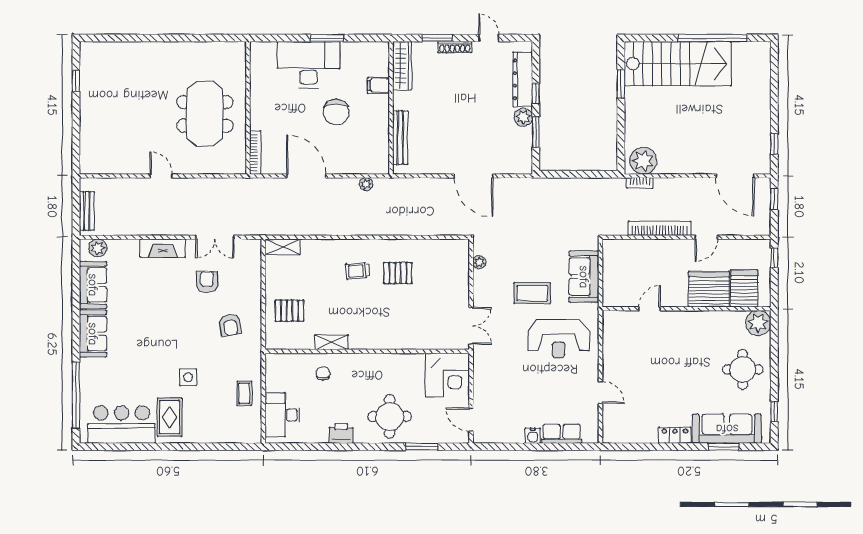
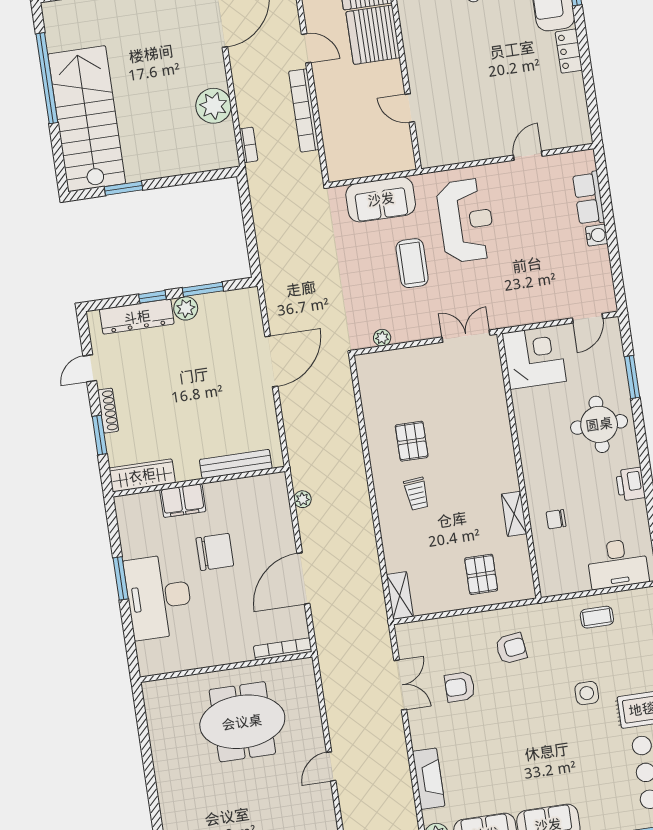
filing cabinet: (378, 85) -> (183, 501), width x2.00
plant: (643, 161) -> (214, 106), moved
fireplace: (163, 248) -> (429, 779), moved

